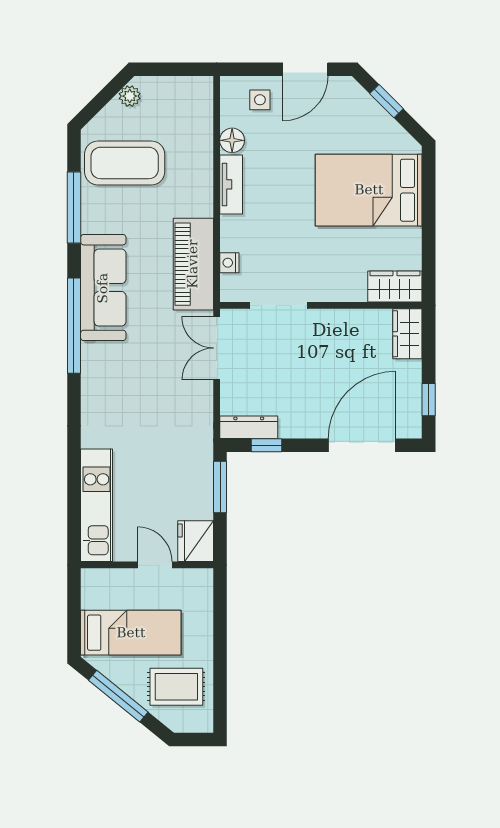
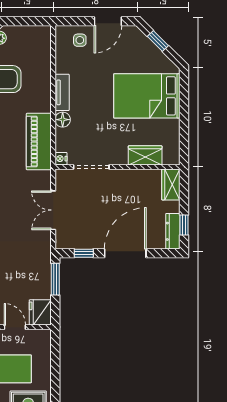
floor lamp: (232, 140) -> (63, 120), moved
nightstand: (229, 263) -> (61, 159), moved
wardrobe: (395, 287) -> (145, 155), moved
double door: (217, 348) -> (53, 210), moved
dresser: (249, 427) -> (173, 231), moved, turned -90
door: (362, 445) -> (125, 253), moved

